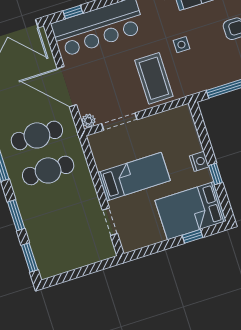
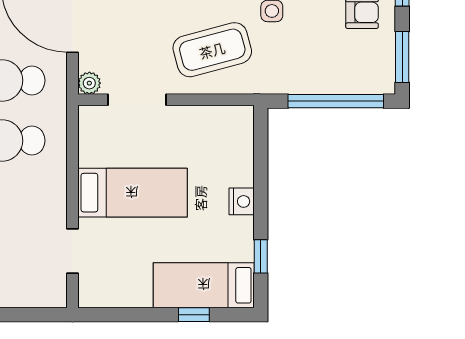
coffee table: (154, 78) -> (212, 50), turned 75
window: (216, 174) -> (261, 256), moved
bed: (191, 211) -> (204, 285), width x0.67

